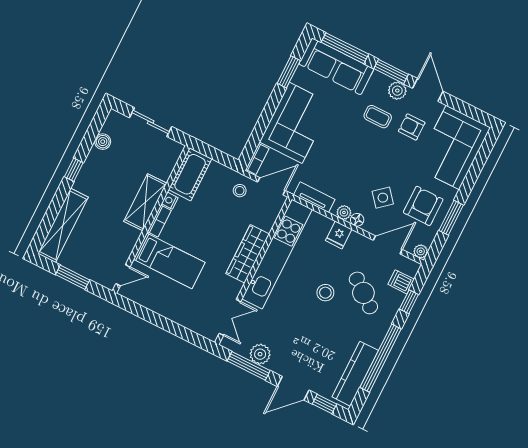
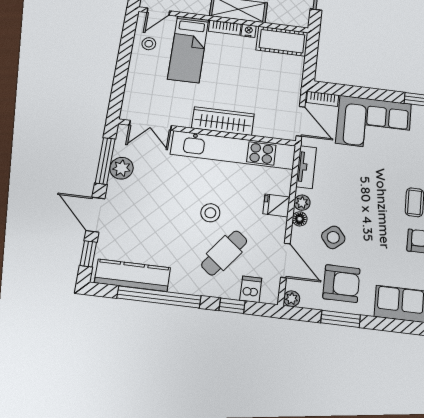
stool: (240, 191) -> (149, 44), moved
door: (123, 275) -> (158, 12), hinge flipped

